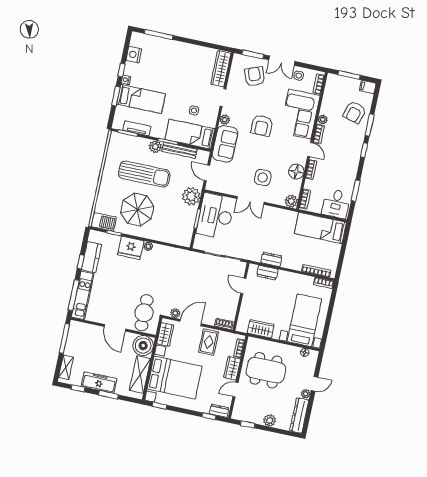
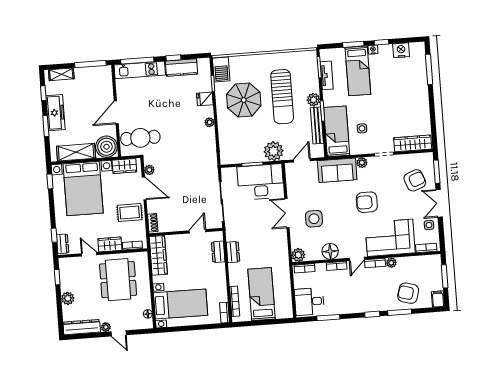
bed: (320, 228) -> (262, 294), moved
fridge: (131, 248) -> (205, 99), width x0.53, depth x0.75
wardrobe: (261, 329) -> (158, 255), width x1.50

